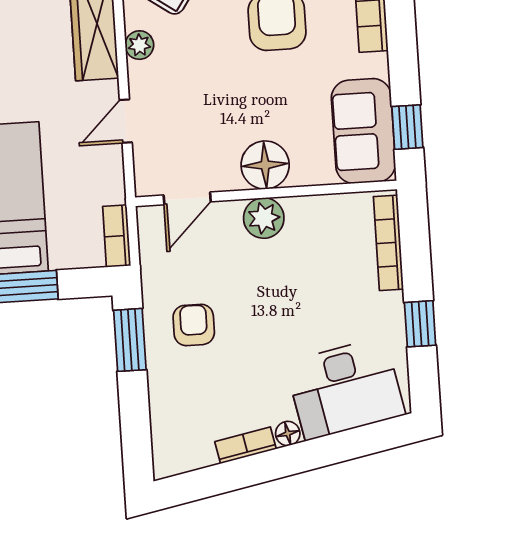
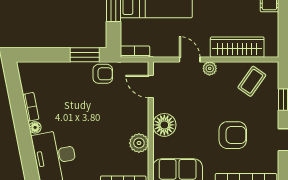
plant: (139, 45) -> (210, 68), moved
plant: (264, 218) -> (139, 143), moved
armchair: (194, 325) -> (103, 74), moved

